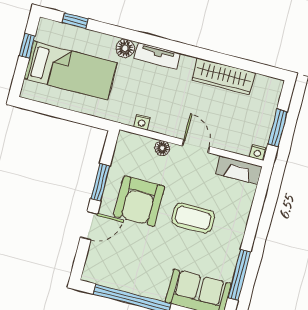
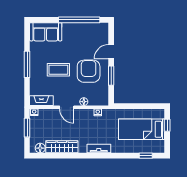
window: (27, 46) -> (167, 125), moved
floor lamp: (125, 48) -> (40, 148), moved
window: (239, 275) -> (27, 64), moved

